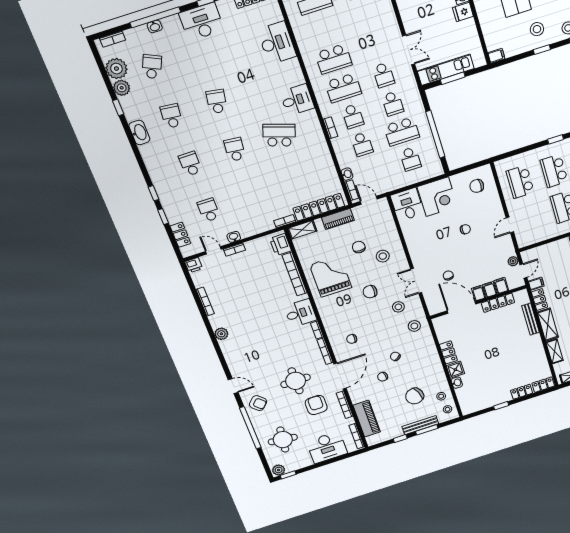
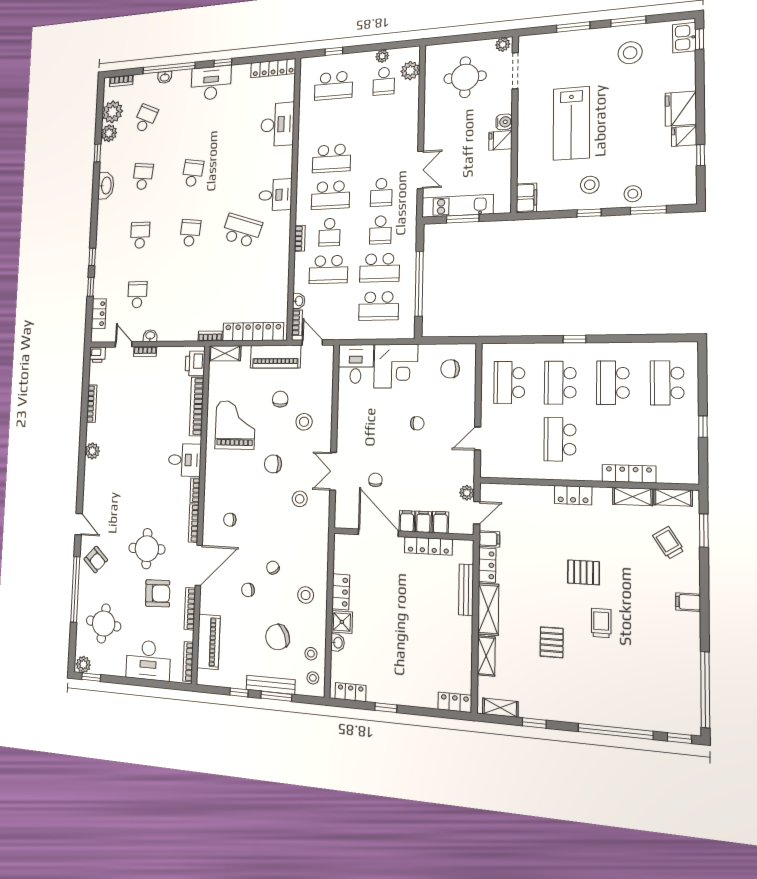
filing cabinet: (496, 56) -> (527, 198), width x2.00
school desk: (362, 144) -> (328, 269), width x1.85
school desk: (410, 159) -> (379, 306), width x1.85
piano: (338, 219) -> (275, 357), width x1.37, depth x1.33
stool: (414, 326) -> (306, 595), moved
locker: (522, 392) -> (351, 692), moved
armchair: (316, 405) -> (158, 593), turned 88

